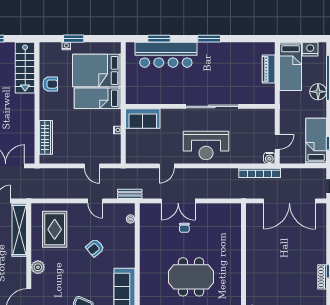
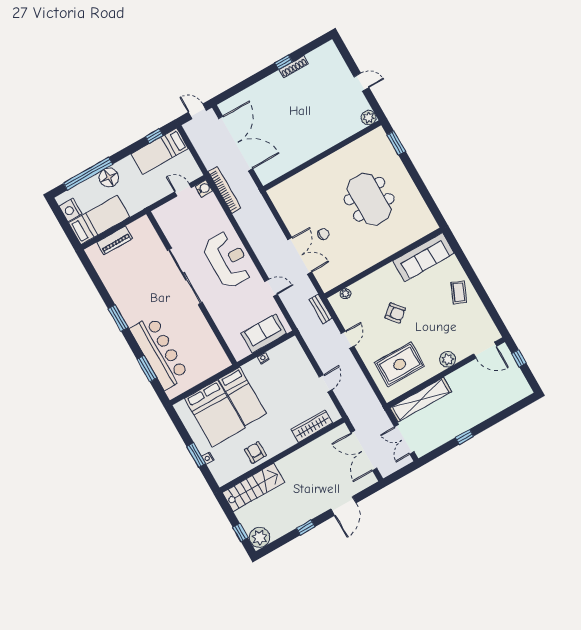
sofa: (143, 119) -> (264, 333), moved, turned -90
door: (92, 166) -> (326, 383), moved

